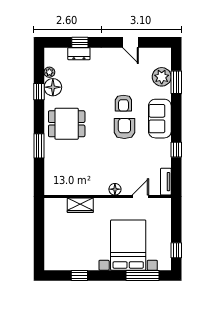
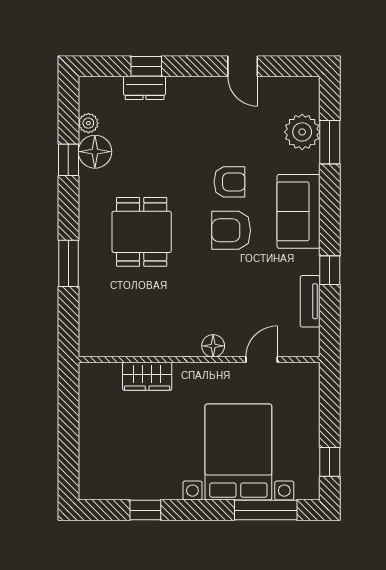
armchair: (123, 103) -> (229, 182), turned -90
dining table: (67, 124) -> (142, 232), moved, turned 90
armchair: (124, 129) -> (231, 230), turned -90
tv unit: (166, 182) -> (310, 301), moved

